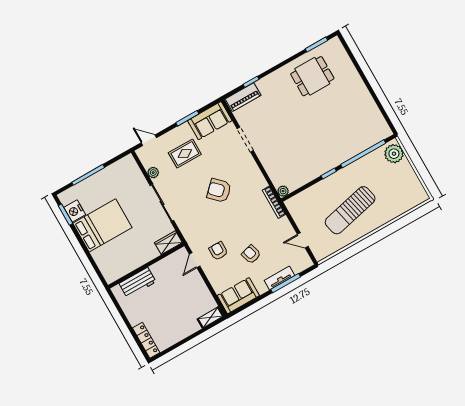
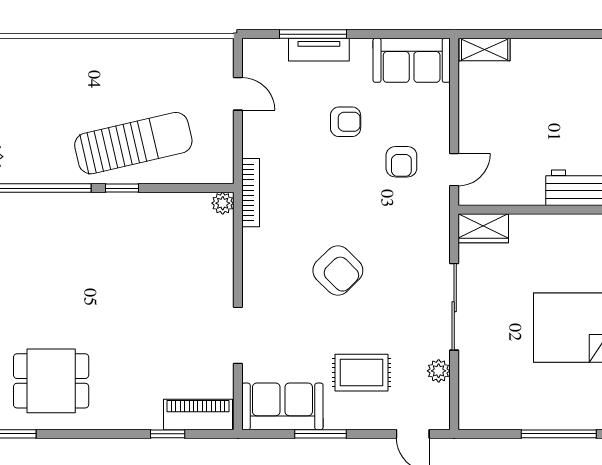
sun lounger: (350, 210) -> (133, 143), moved
armchair: (251, 254) -> (346, 122), turned -74

